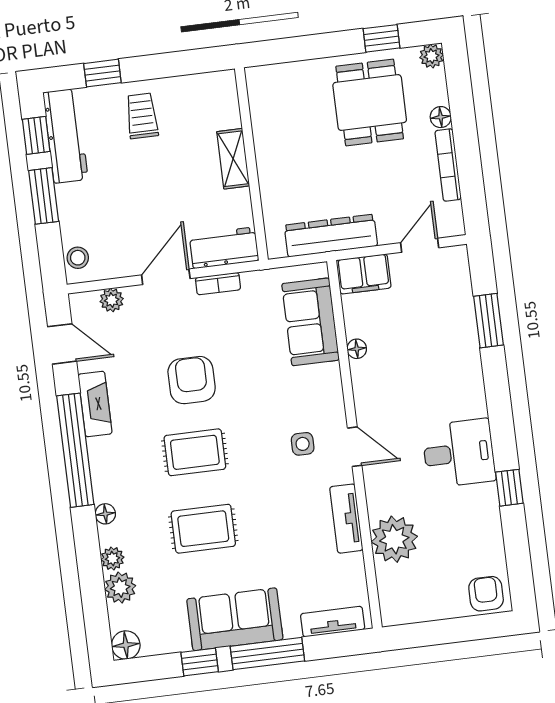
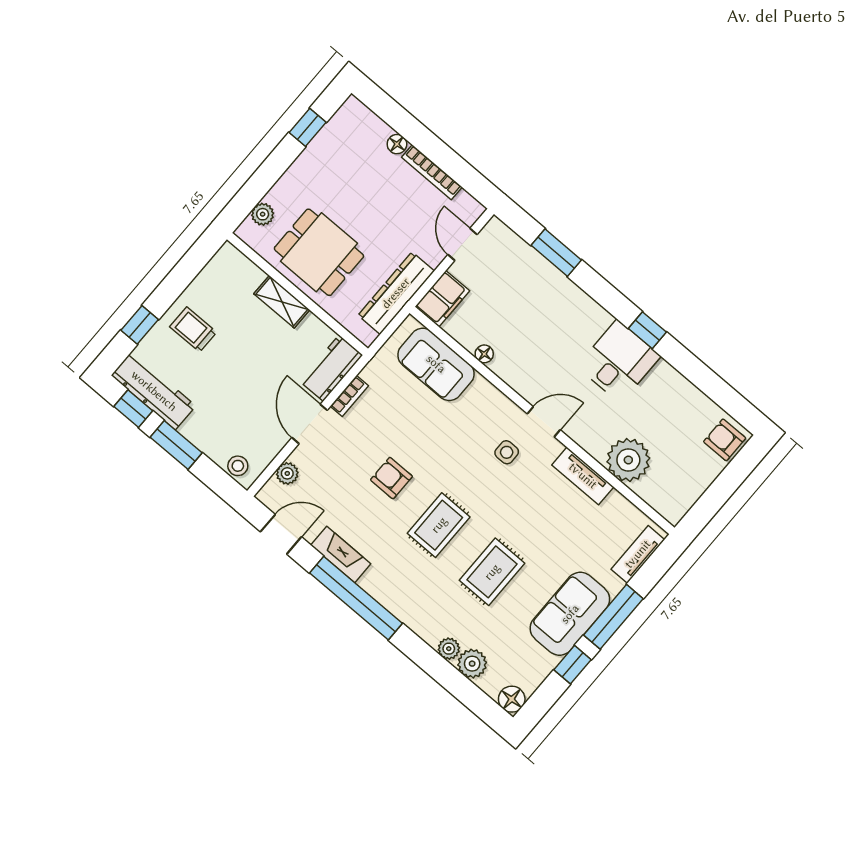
plant: (432, 56) -> (263, 214), moved
dining table: (370, 103) -> (319, 252), moved
armchair: (192, 380) -> (391, 478), width x0.72, depth x0.72
window: (509, 488) -> (647, 330), moved
floor lamp: (105, 514) -> (416, 623), removed

